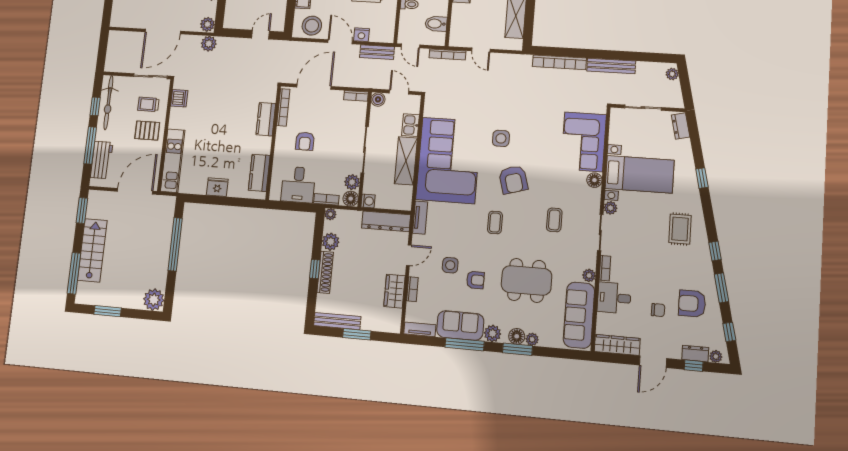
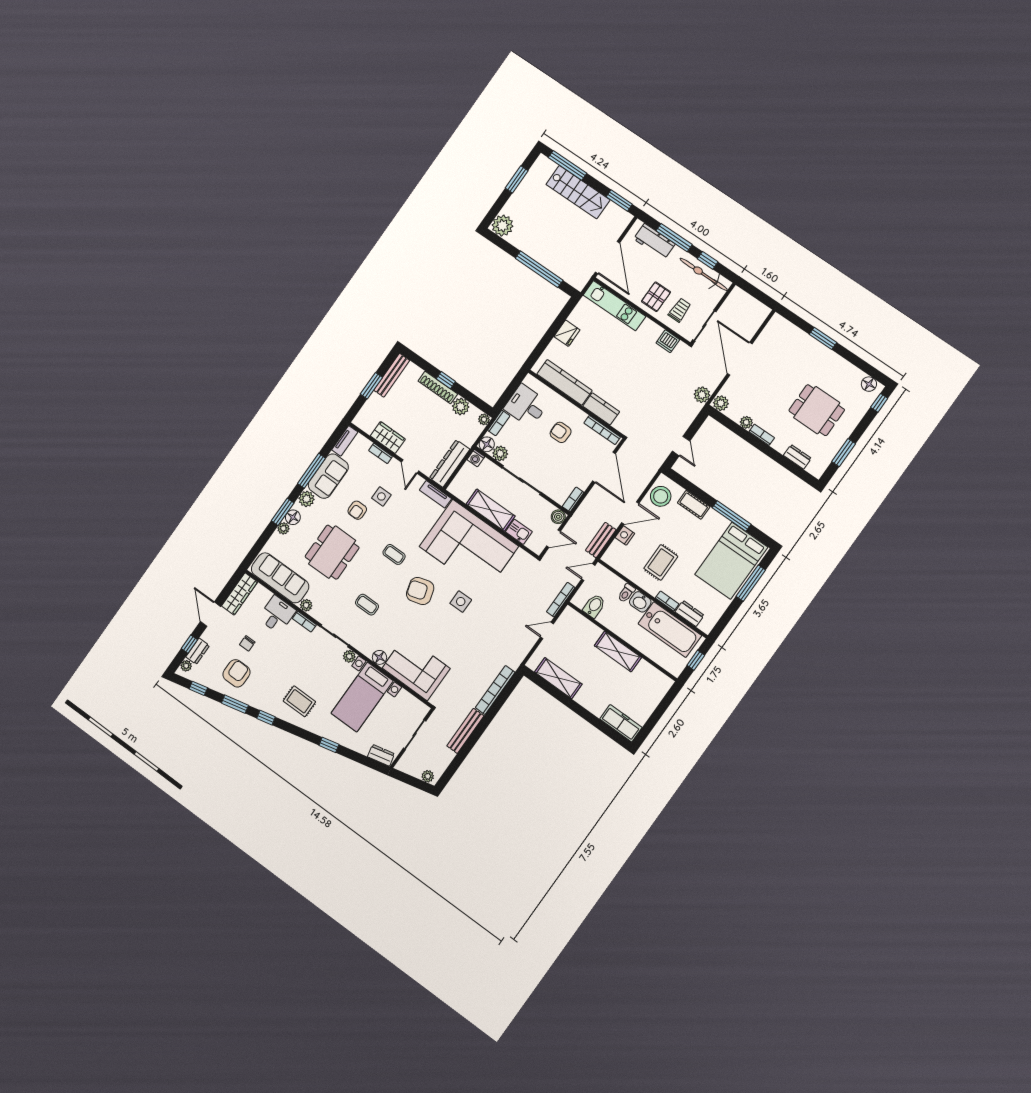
kitchen counter: (259, 173) -> (564, 382), width x1.50

